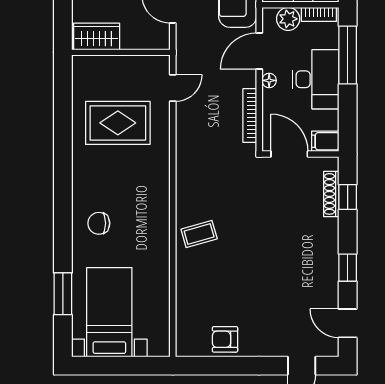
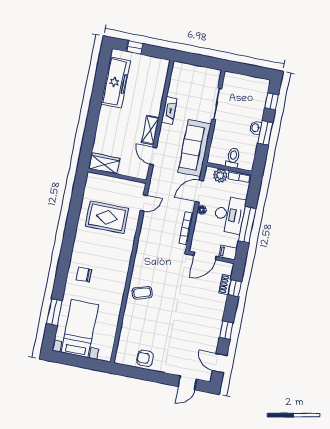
window: (348, 55) -> (247, 225), moved
door: (289, 154) -> (205, 256), swing flipped
shoe rack: (331, 194) -> (225, 284), width x0.70

